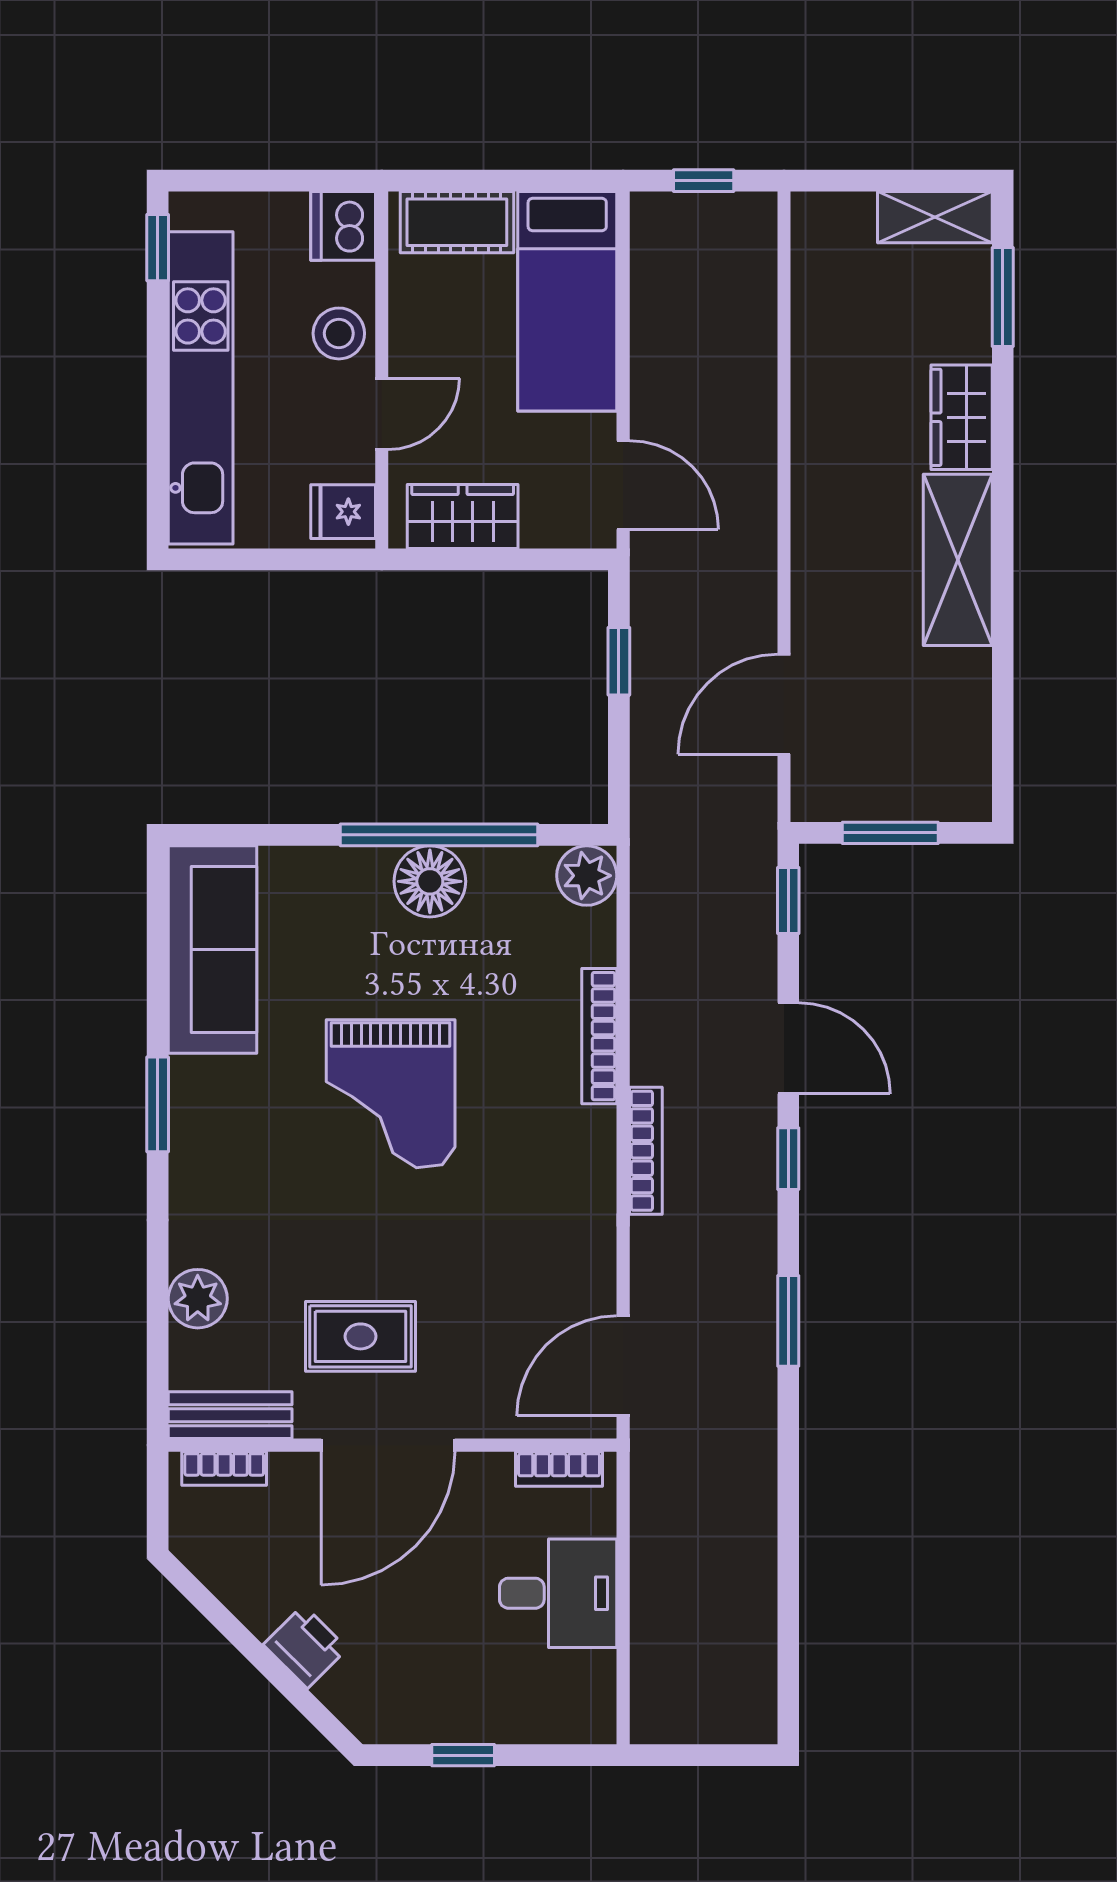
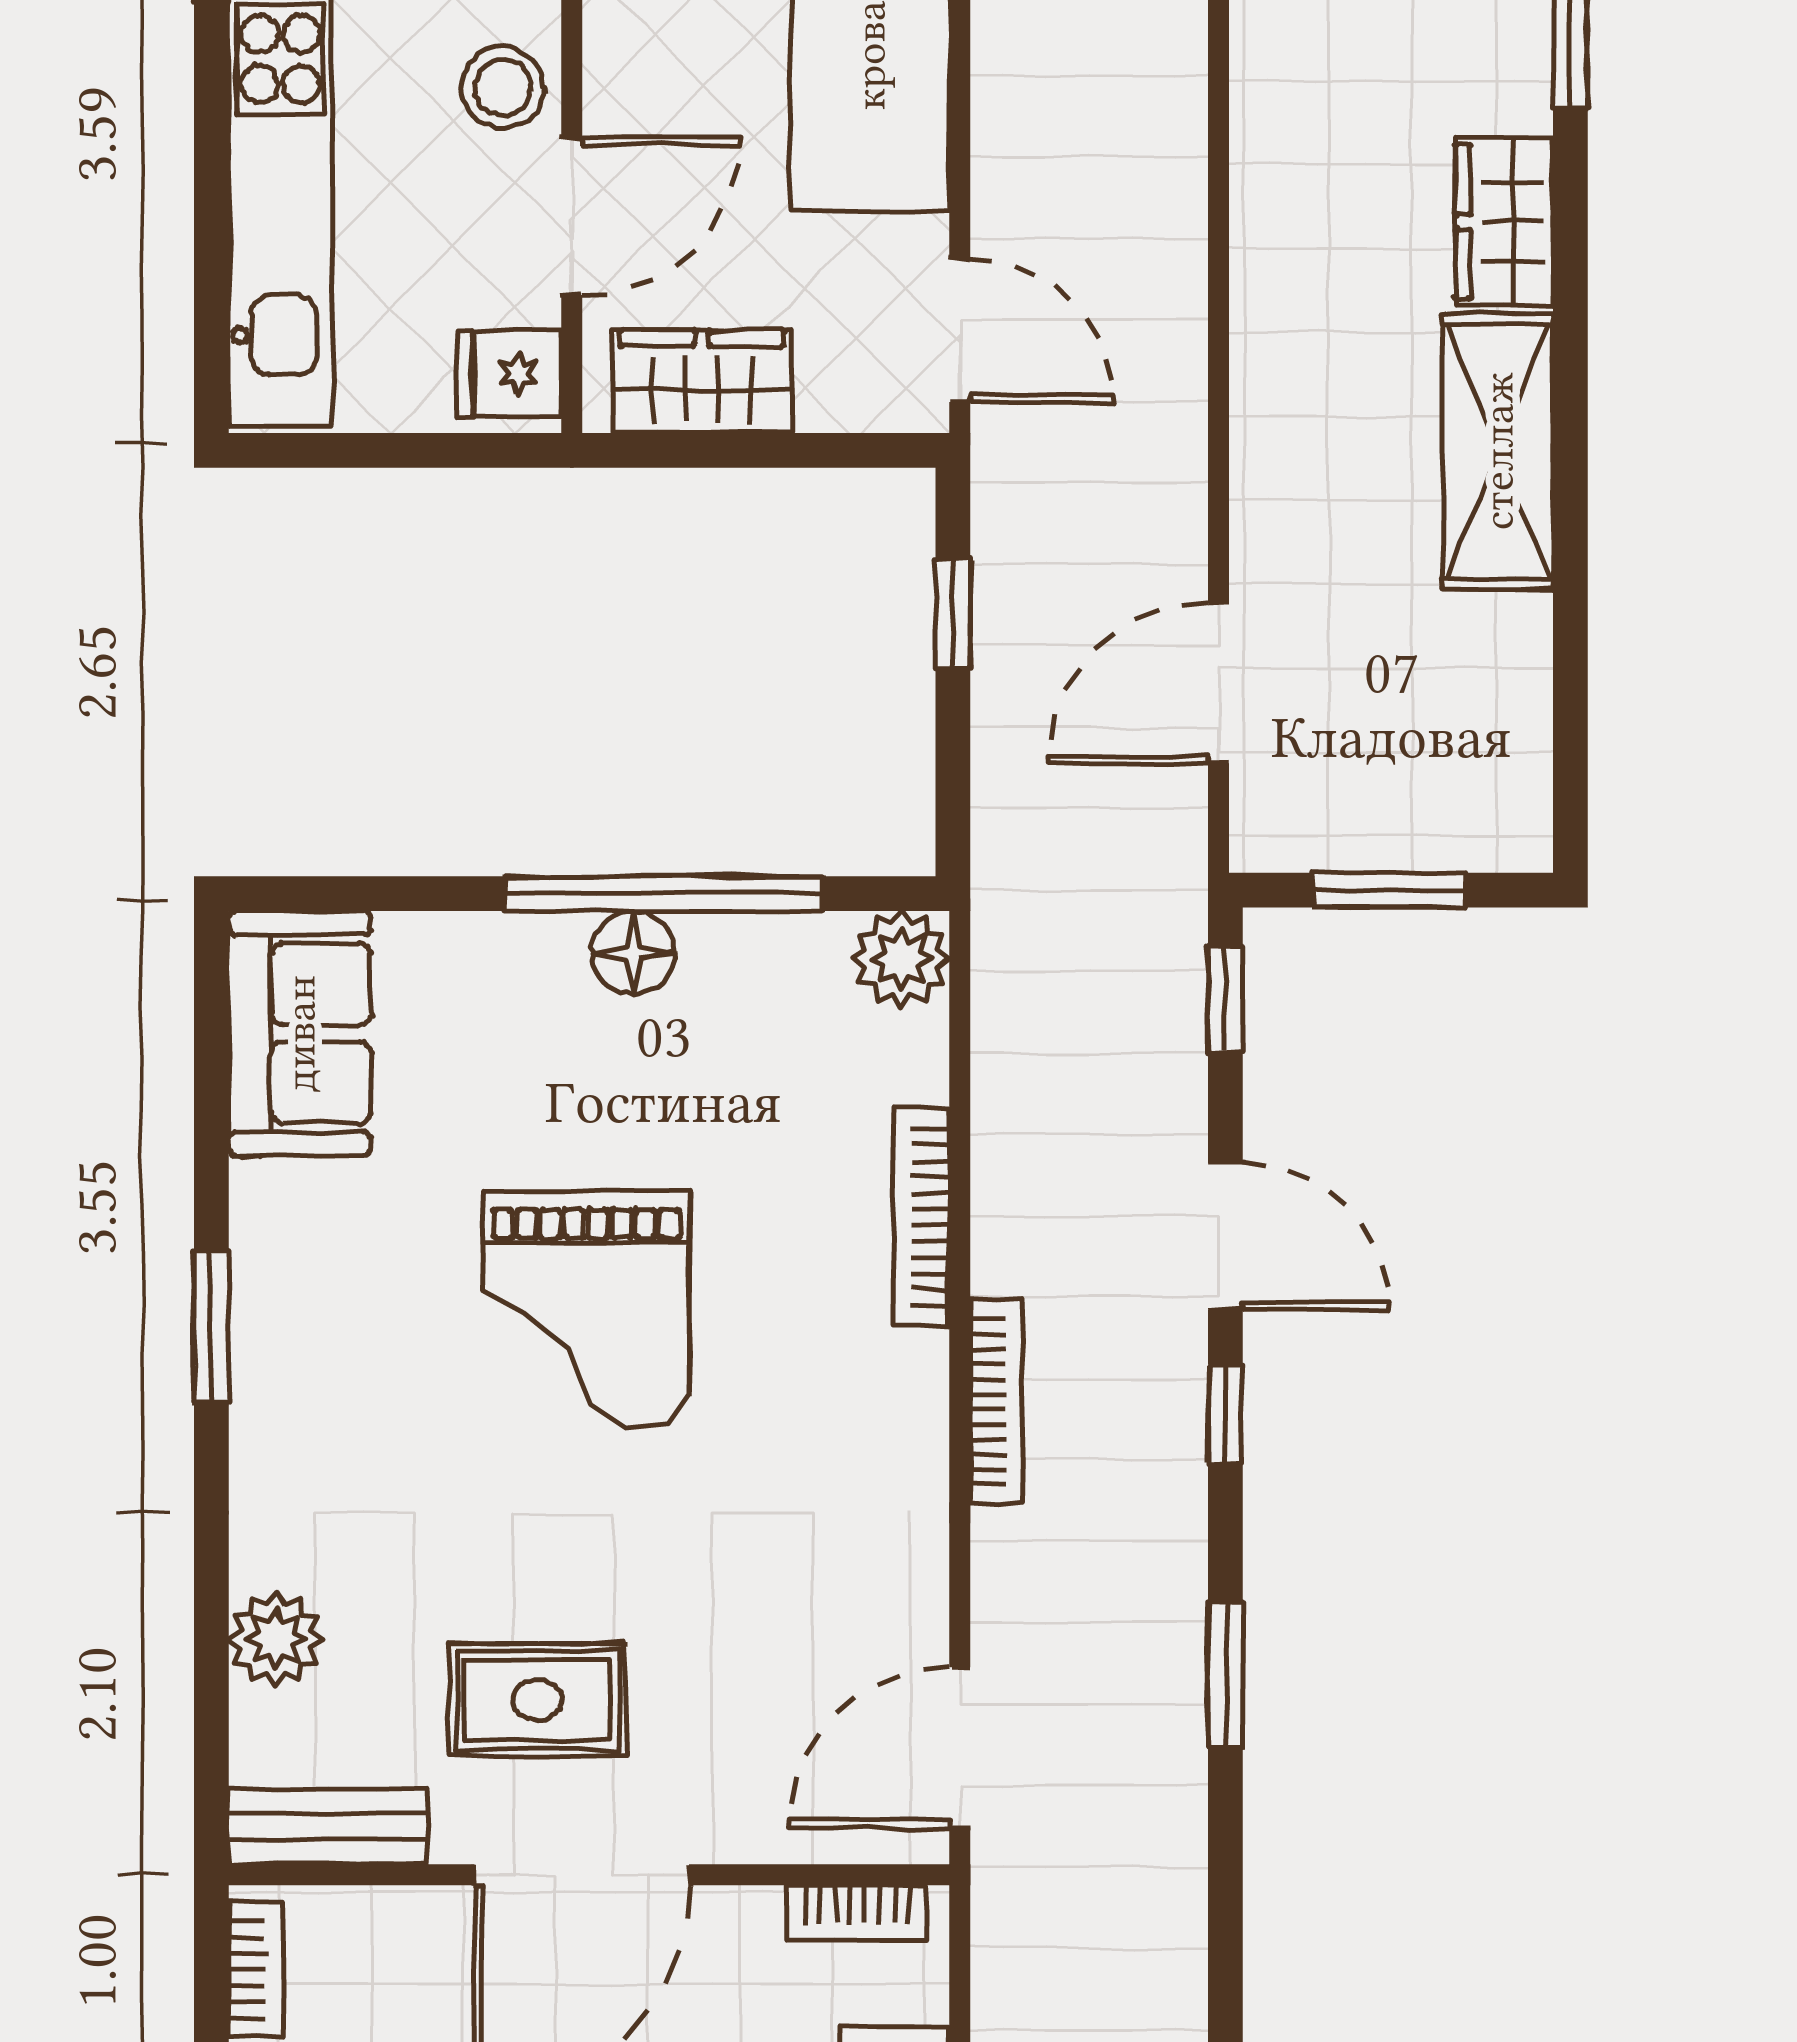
door: (382, 414) -> (572, 216), width x1.38
floor lamp: (430, 881) -> (633, 953), width x0.73, depth x0.73
sofa: (212, 950) -> (300, 1034), width x0.73
bookcase: (224, 1469) -> (256, 1969), moved, turned -90

